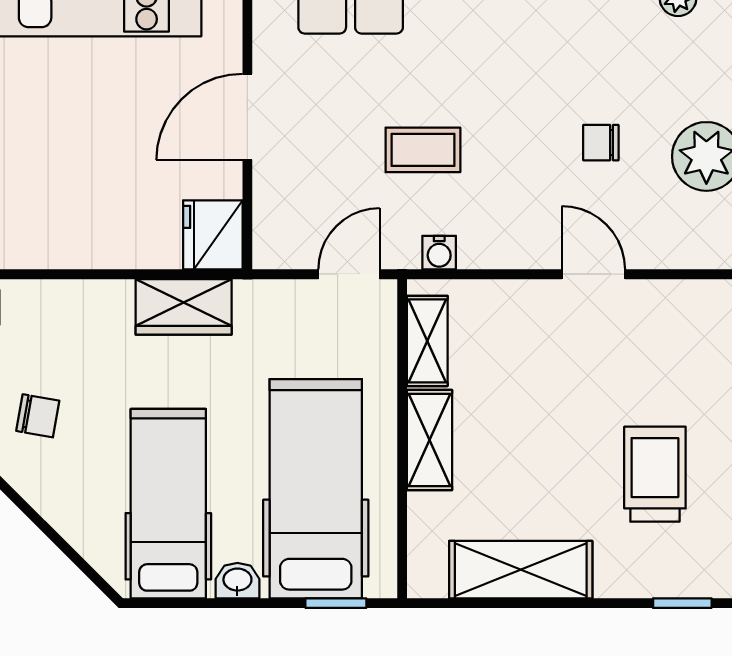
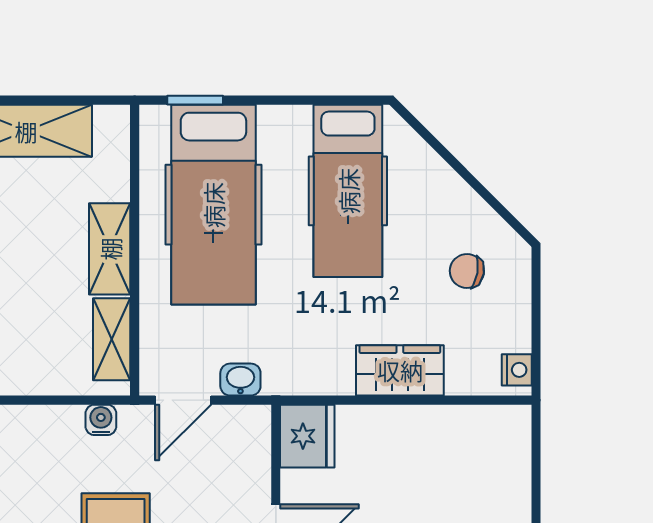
wardrobe: (184, 307) -> (400, 370), moved
washbasin: (237, 581) -> (240, 380), moved, turned 180

